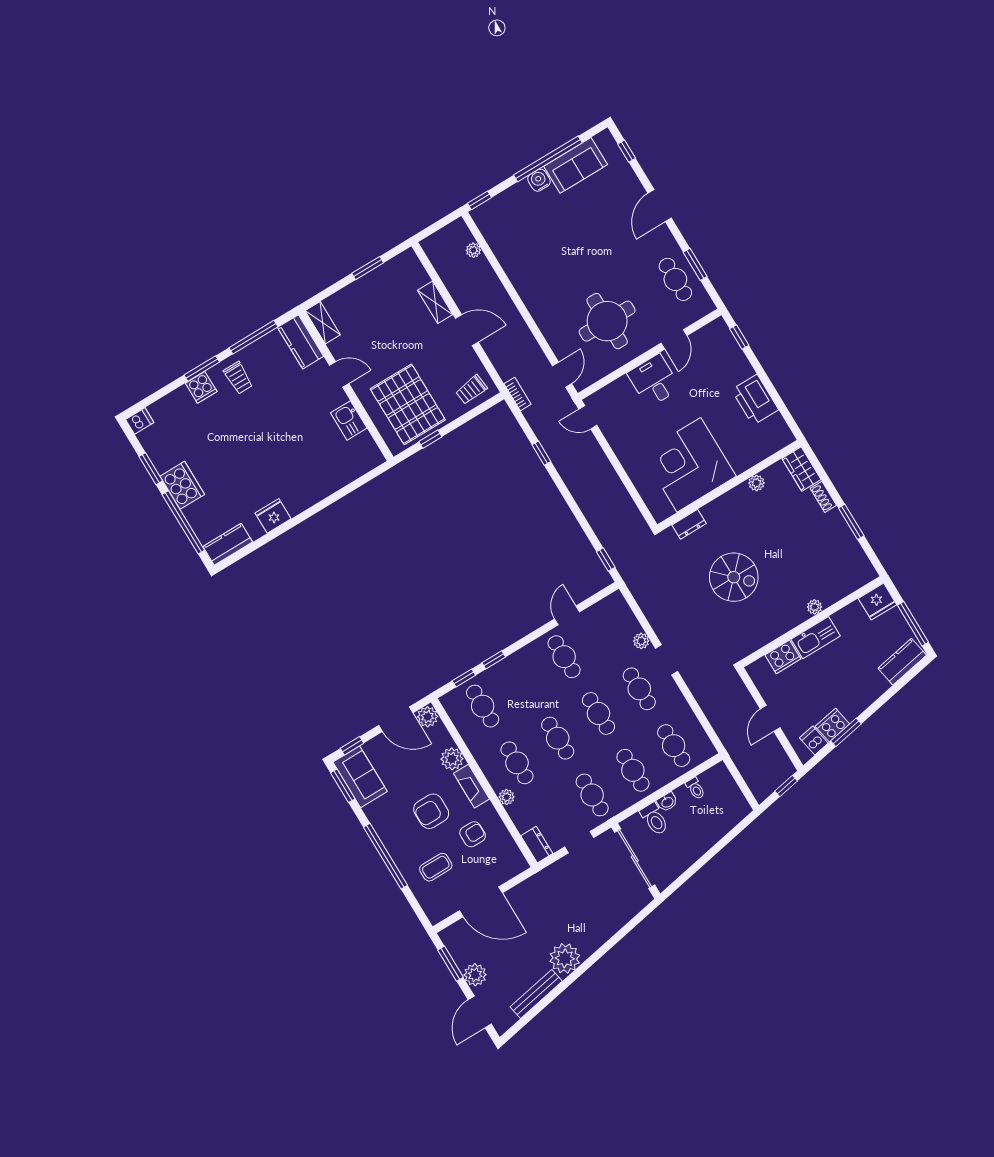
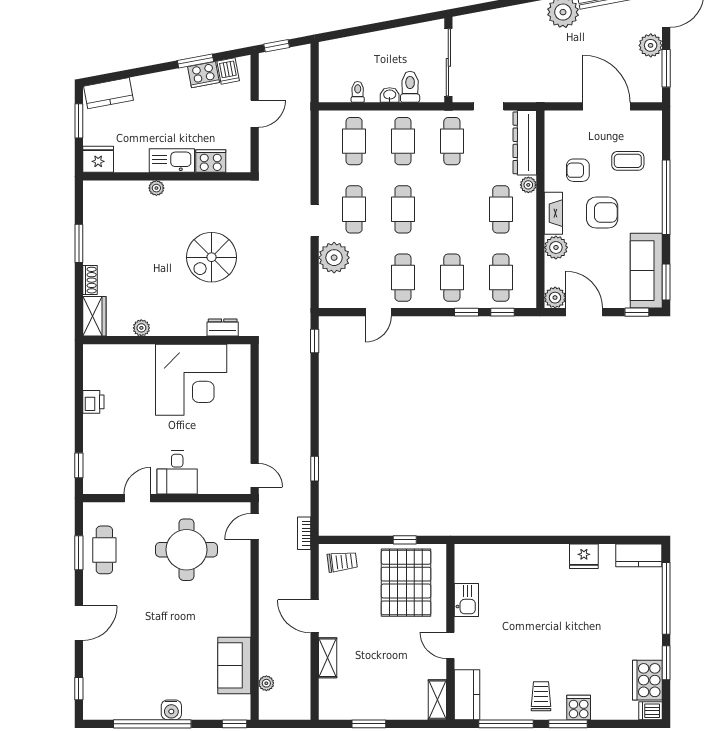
sofa: (576, 165) -> (234, 665), moved, turned -90
printer: (755, 400) -> (93, 402), width x0.53, depth x0.68
cooker: (182, 485) -> (647, 680), moved
spiral stairs: (734, 577) -> (212, 257), turned -90
window: (913, 624) -> (79, 121), width x0.69
plant: (641, 641) -> (334, 258), width x1.87, depth x1.87
cafe table: (558, 738) -> (452, 278), moved
sofa: (360, 777) -> (646, 271), width x1.36
dresser: (537, 845) -> (525, 143), width x1.96, depth x1.24

